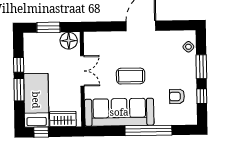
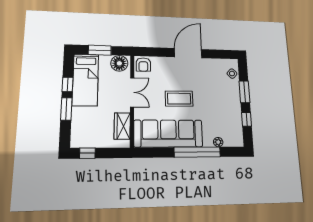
armchair: (177, 96) -> (143, 65), moved, turned -90
bed: (36, 100) -> (85, 80), moved, turned 180
wardrobe: (63, 119) -> (122, 126), moved, turned -90
plant: (170, 120) -> (218, 142), added

